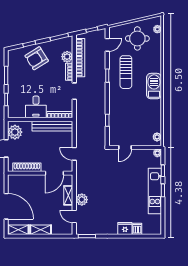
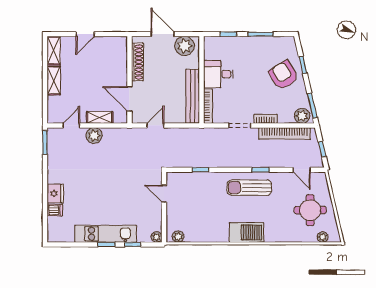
plant: (67, 57) -> (302, 116), moved
sun lounger: (126, 72) -> (249, 188), moved
door: (6, 206) -> (85, 34), width x0.53

